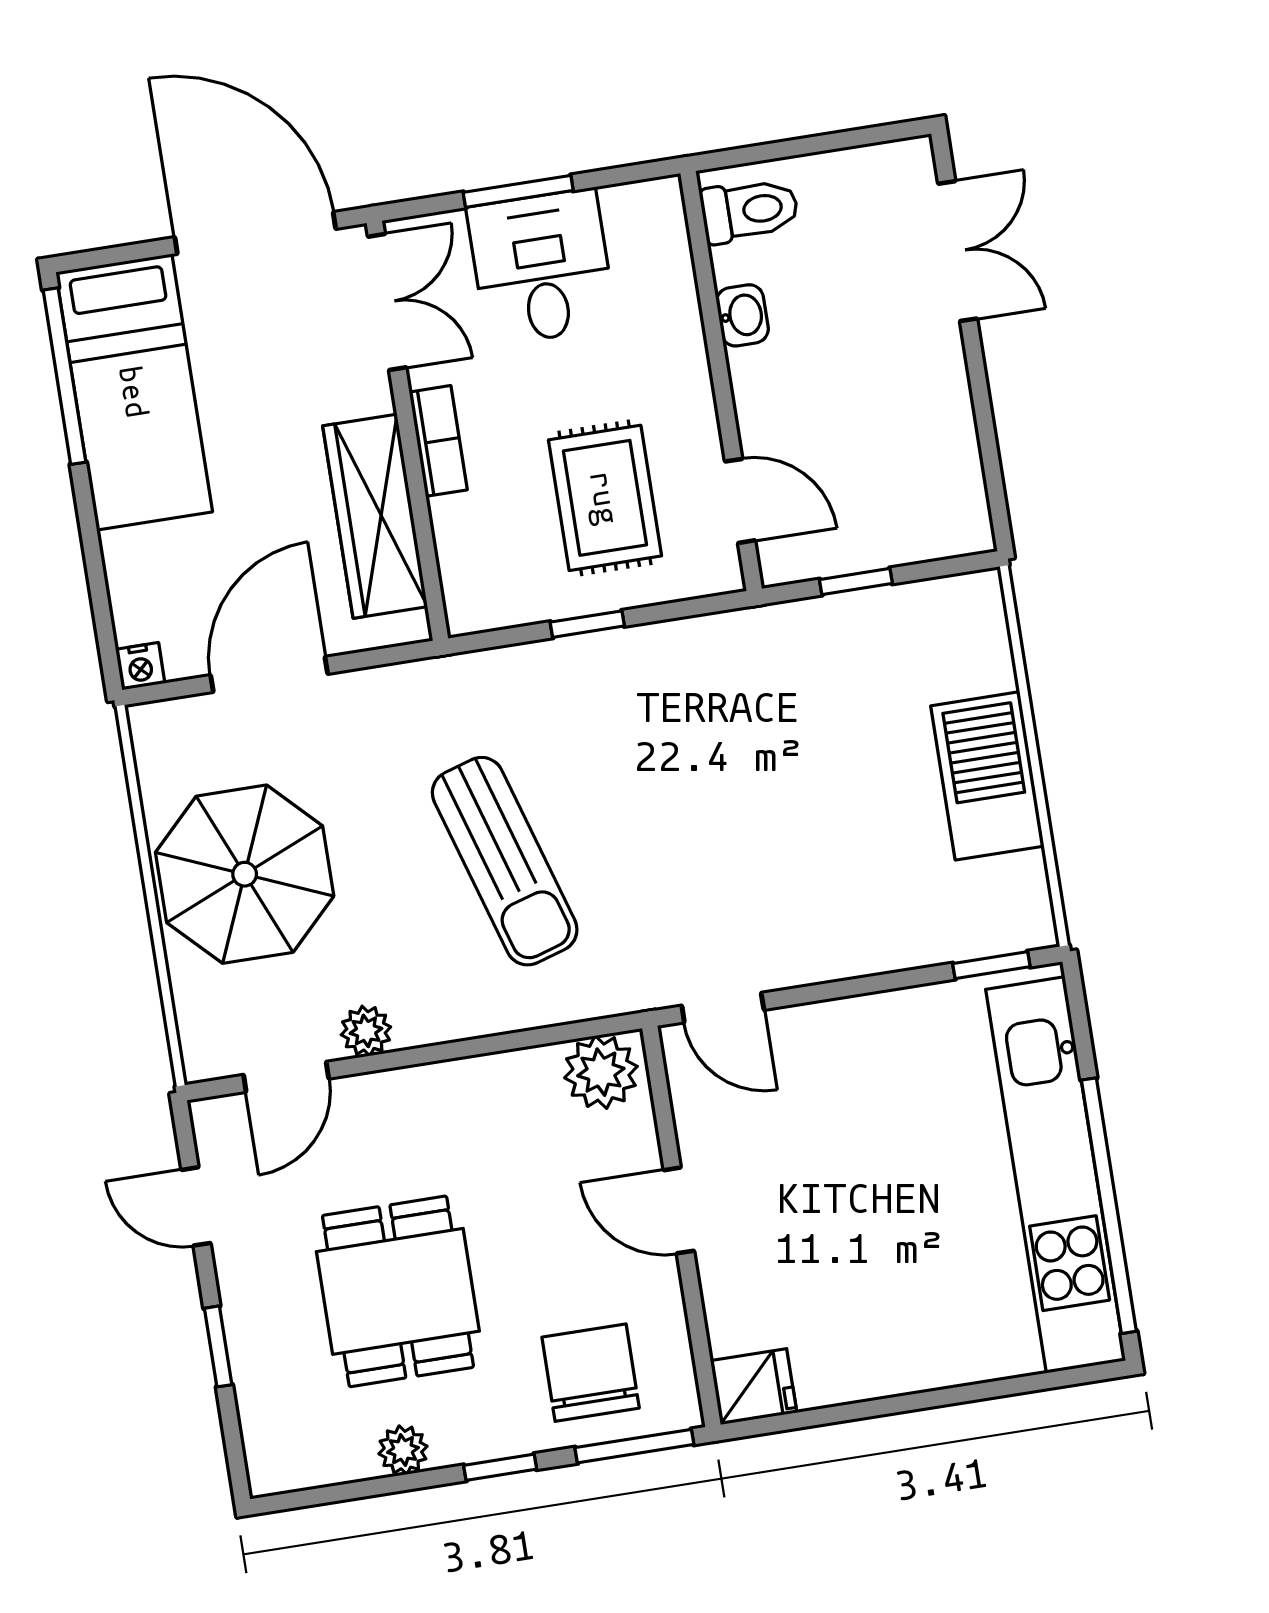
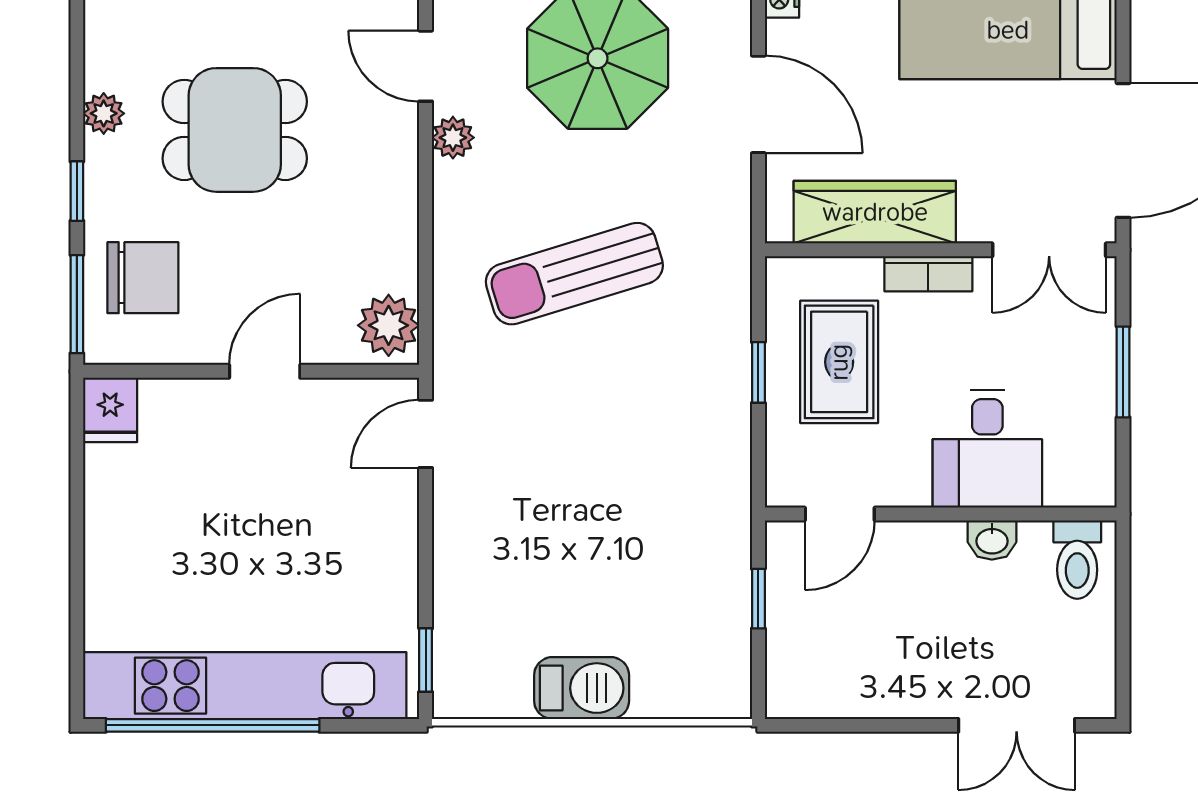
desk: (542, 267) -> (987, 449), moved, turned 90
rug: (605, 498) -> (839, 362), moved, turned 90
barbecue: (987, 776) -> (582, 688), width x0.73, depth x0.83

